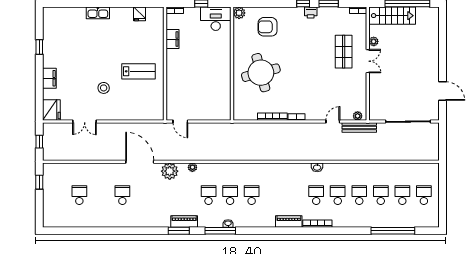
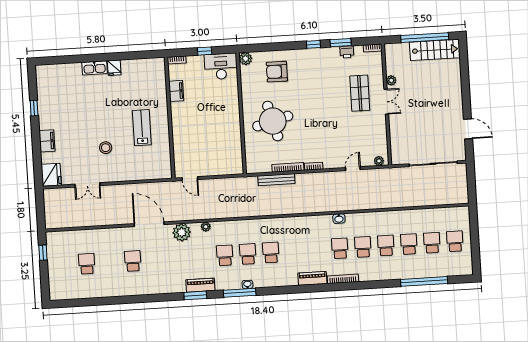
printer: (311, 12) -> (347, 52), moved
fridge: (140, 14) -> (114, 68), moved
stairs: (392, 16) -> (435, 50), moved
lab bench: (138, 71) -> (142, 128), turned -90
bench: (359, 127) -> (276, 180), moved
window: (39, 142) -> (40, 209), removed

